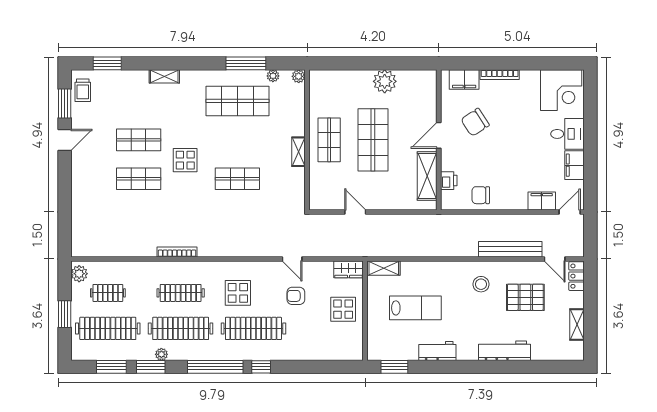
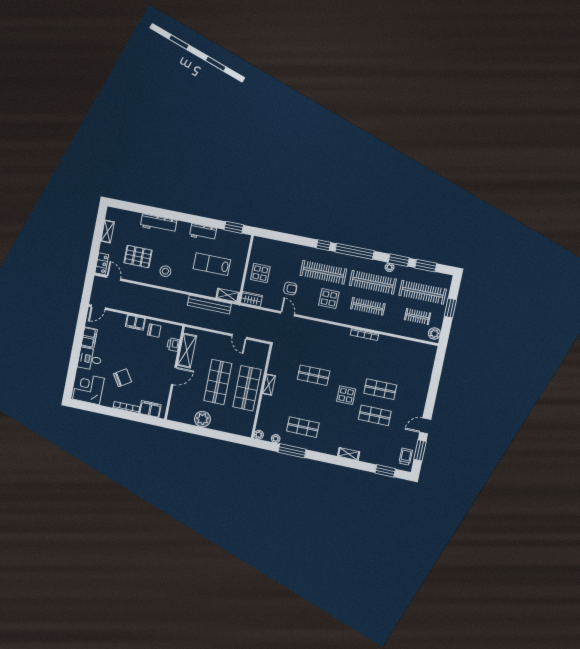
shop shelf: (237, 101) -> (303, 427), width x0.70, depth x0.74
chair: (475, 122) -> (122, 378), moved
shop shelf: (329, 140) -> (247, 388), width x1.43, depth x1.36
filing cabinet: (542, 201) -> (135, 323), moved
bench: (510, 249) -> (209, 305), moved

